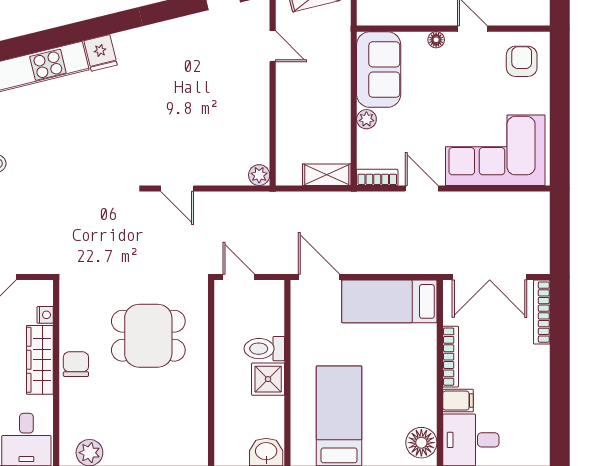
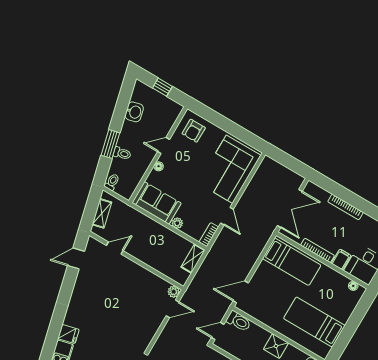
armchair: (522, 61) -> (194, 131), turned -90
door: (177, 189) -> (172, 309), moved
door: (422, 189) -> (227, 216), swing flipped
bed: (389, 301) -> (292, 262), moved, turned -90
bookcase: (542, 312) -> (346, 207), moved
toilet: (264, 349) -> (239, 321), moved, turned -90
floor lamp: (421, 443) -> (353, 286), width x0.53, depth x0.53

